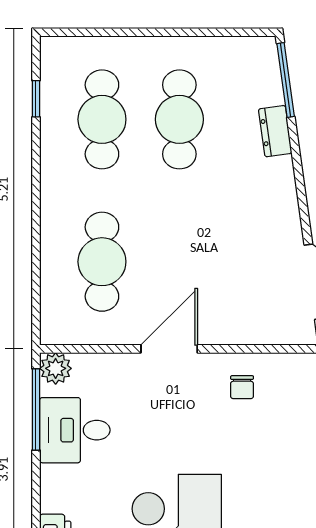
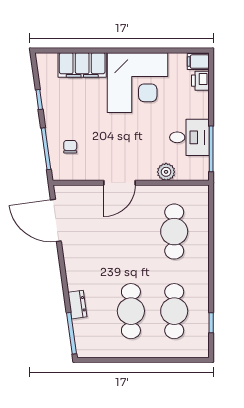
door: (169, 349) -> (119, 183), moved
plant: (56, 368) -> (166, 172), moved
chair: (242, 387) -> (70, 147), moved

